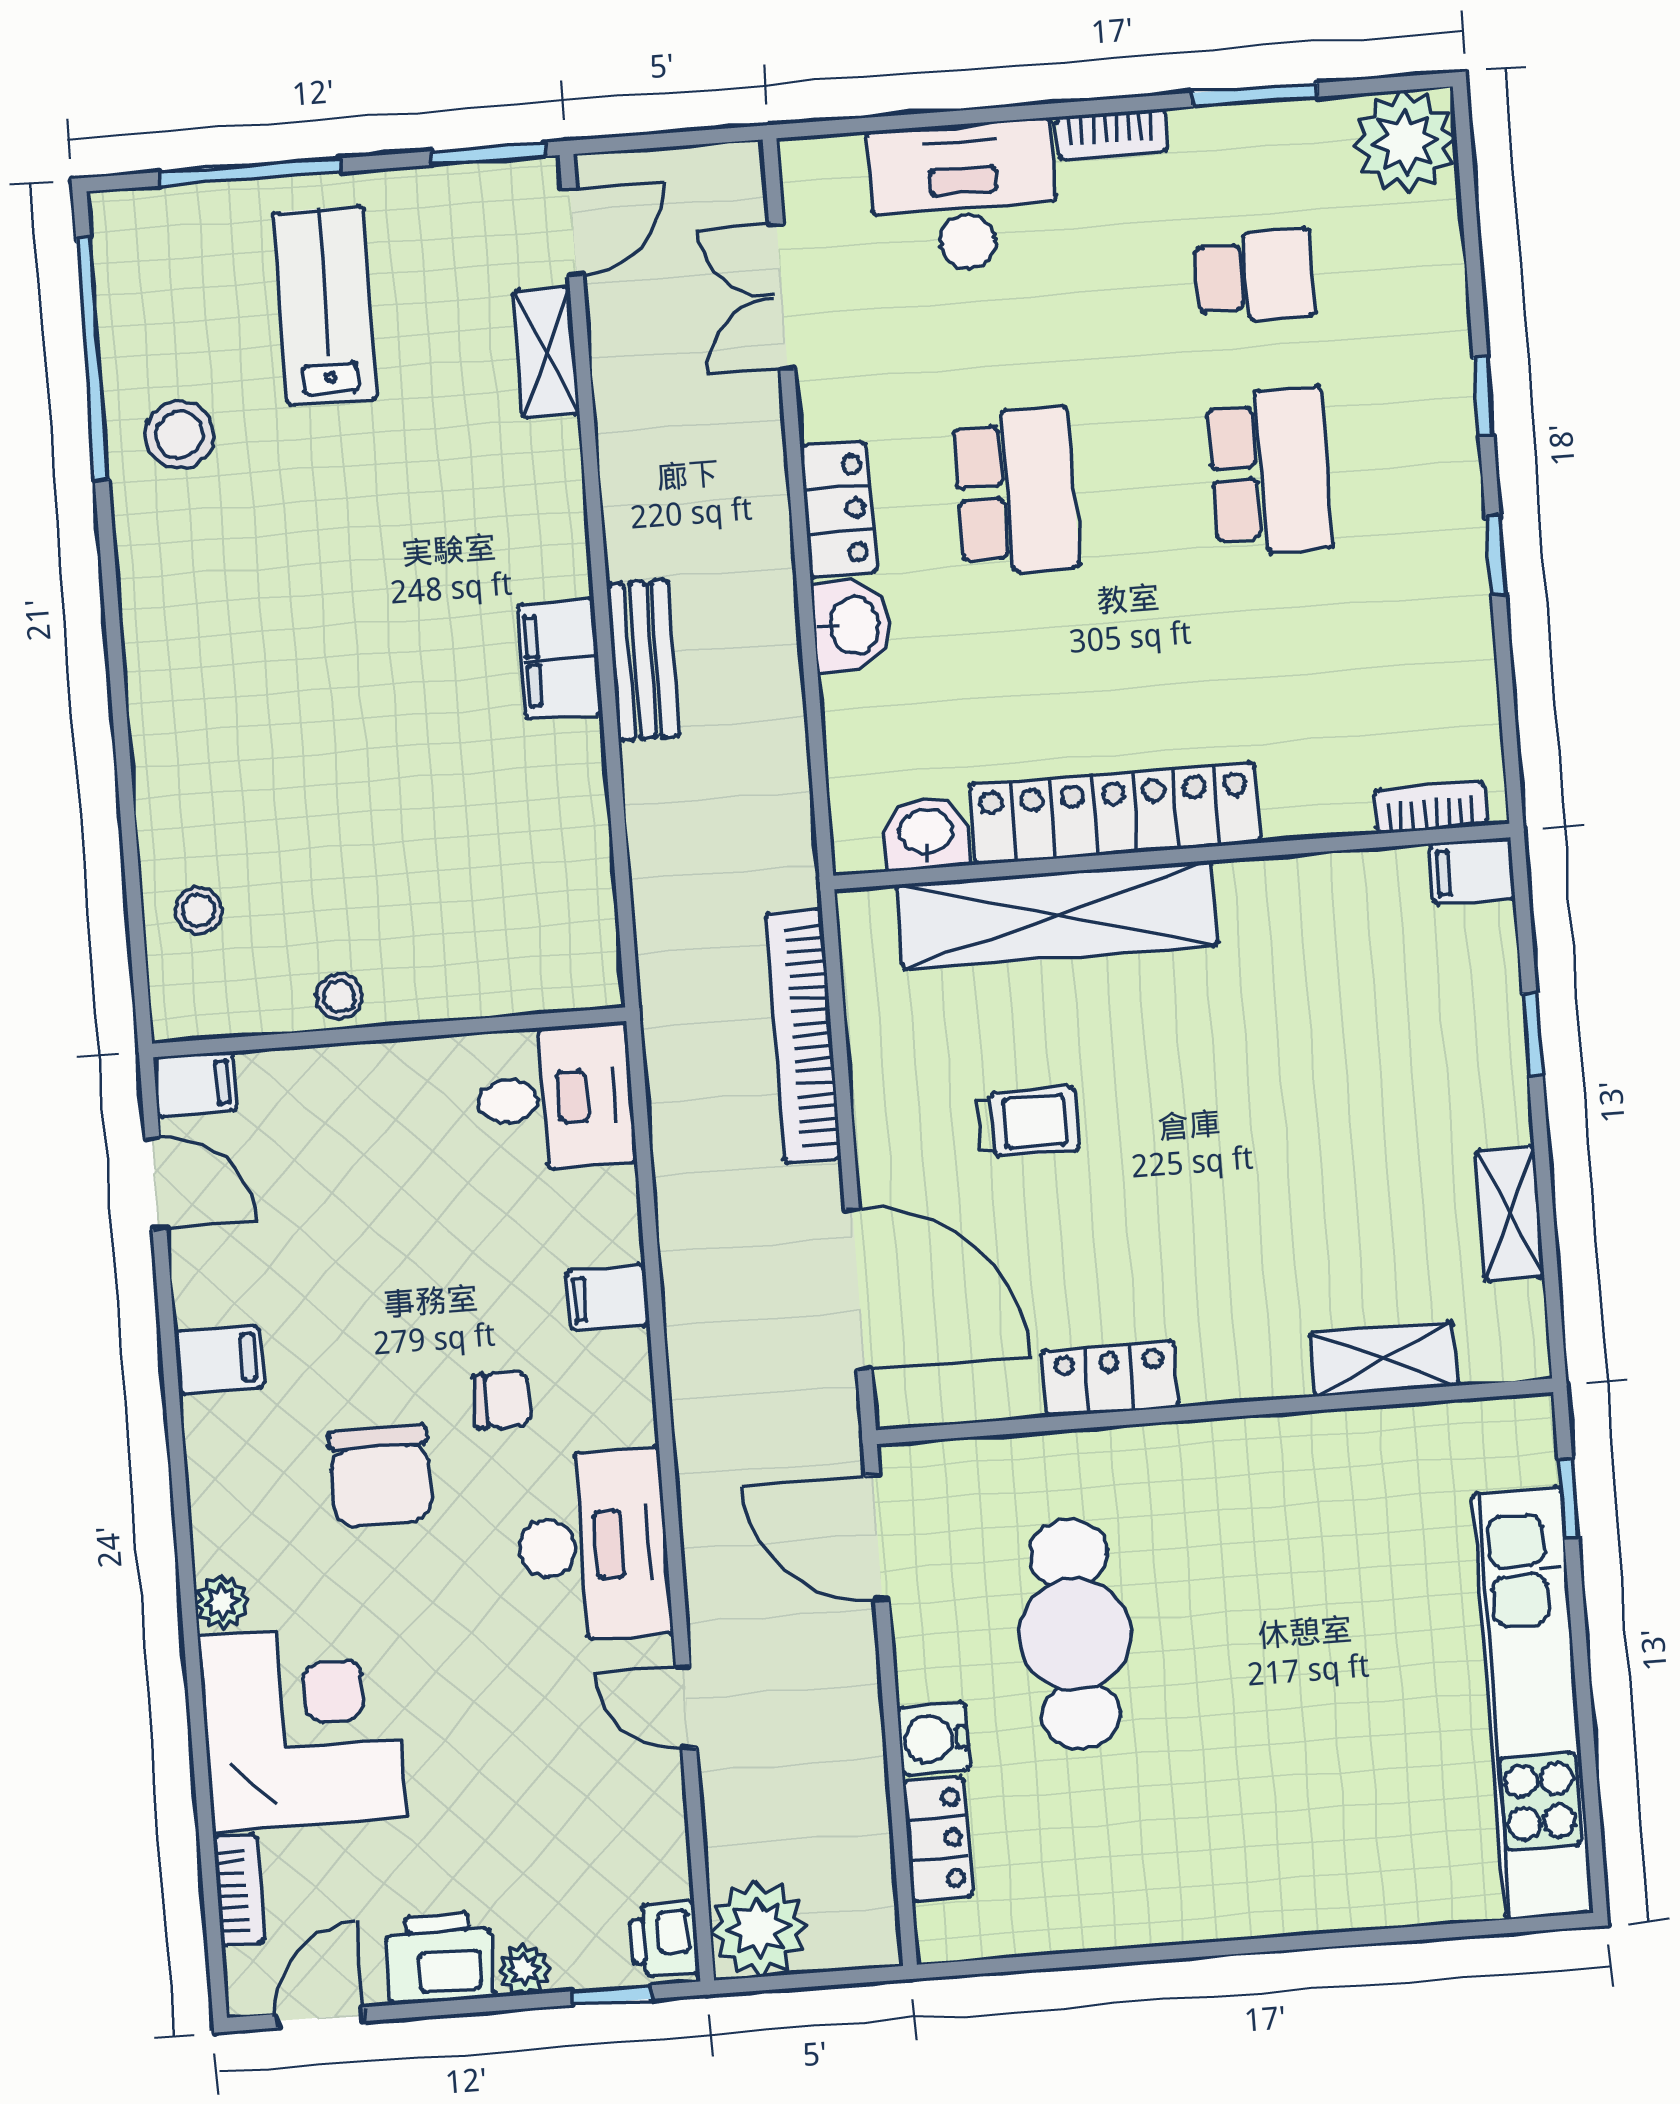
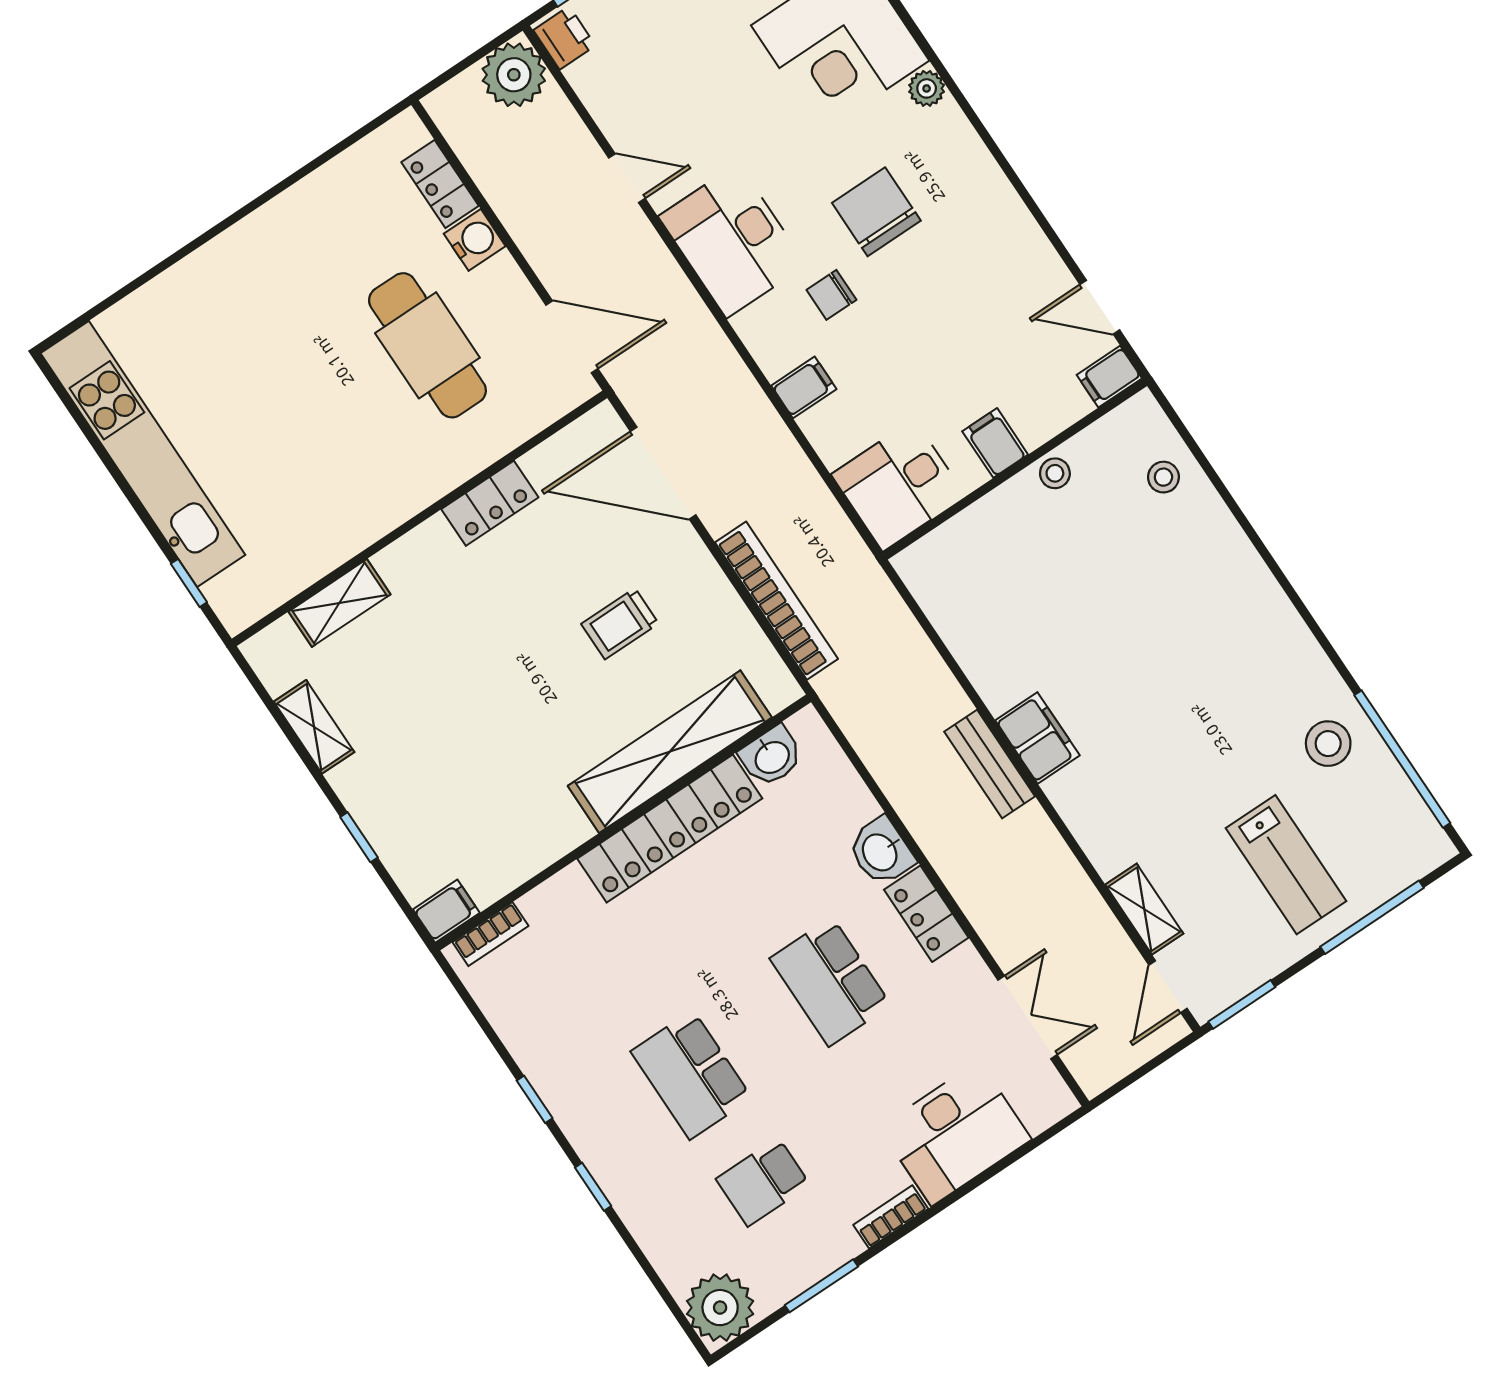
filing cabinet: (219, 1359) -> (995, 443), moved, turned 90

